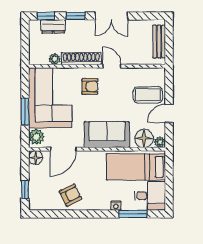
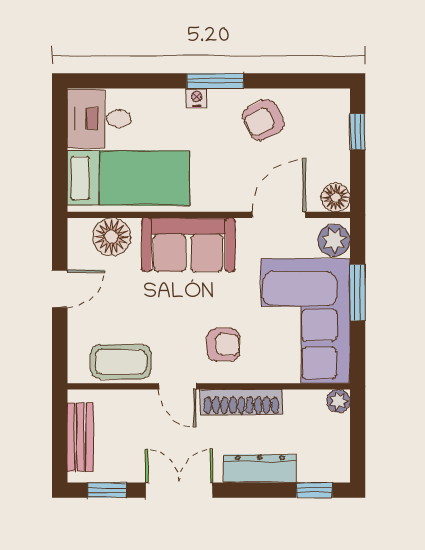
window: (76, 16) -> (107, 490), moved
dresser: (53, 26) -> (260, 469), moved, width x1.44
plant: (55, 59) -> (339, 401), moved
armchair: (90, 86) -> (223, 345), turned 180
coffee table: (148, 95) -> (121, 362), moved
plant: (160, 142) -> (79, 229), removed
nightstand: (116, 206) -> (197, 98), moved
window: (133, 214) -> (215, 81), moved

